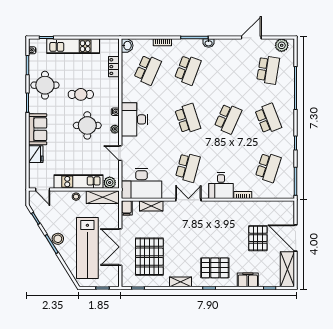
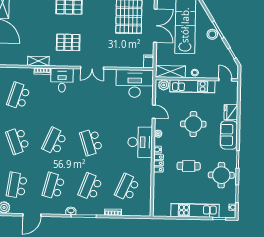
washbasin: (127, 46) -> (145, 210), removed
locker: (114, 67) -> (158, 163), moved
round table: (87, 125) -> (193, 124), moved
school desk: (188, 167) -> (54, 186), moved
shelving: (151, 206) -> (38, 61), moved
pallet: (258, 238) -> (68, 42), moved, turned 90

